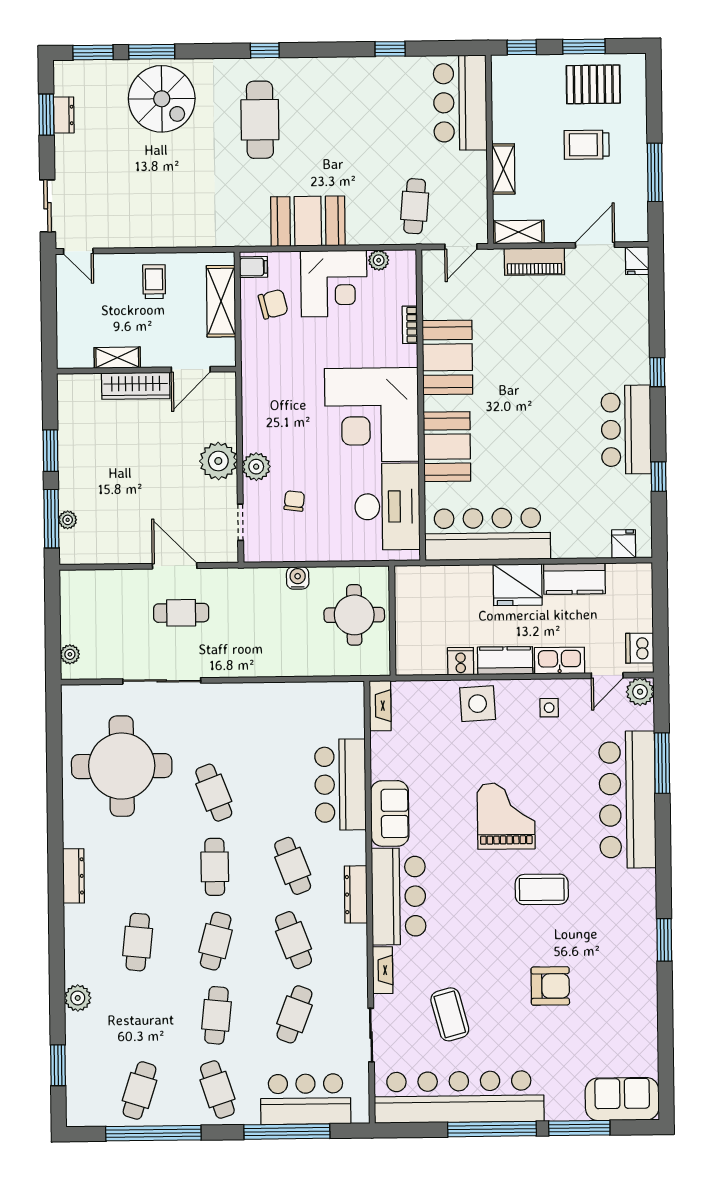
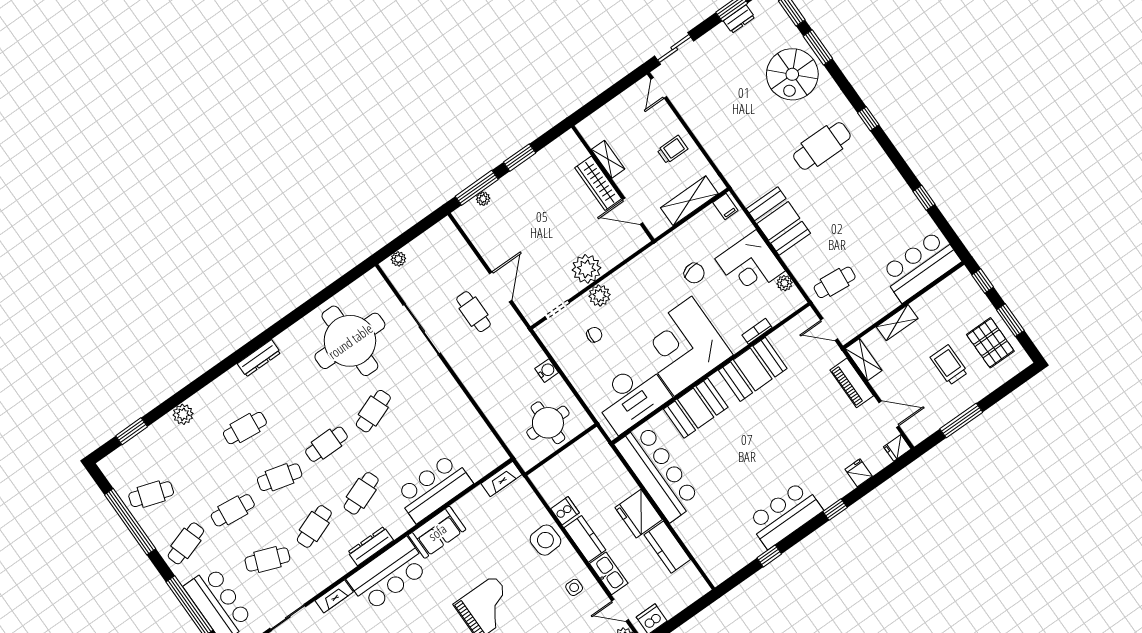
chair: (273, 304) -> (694, 273), moved
fridge: (624, 544) -> (859, 473), moved, turned -90

